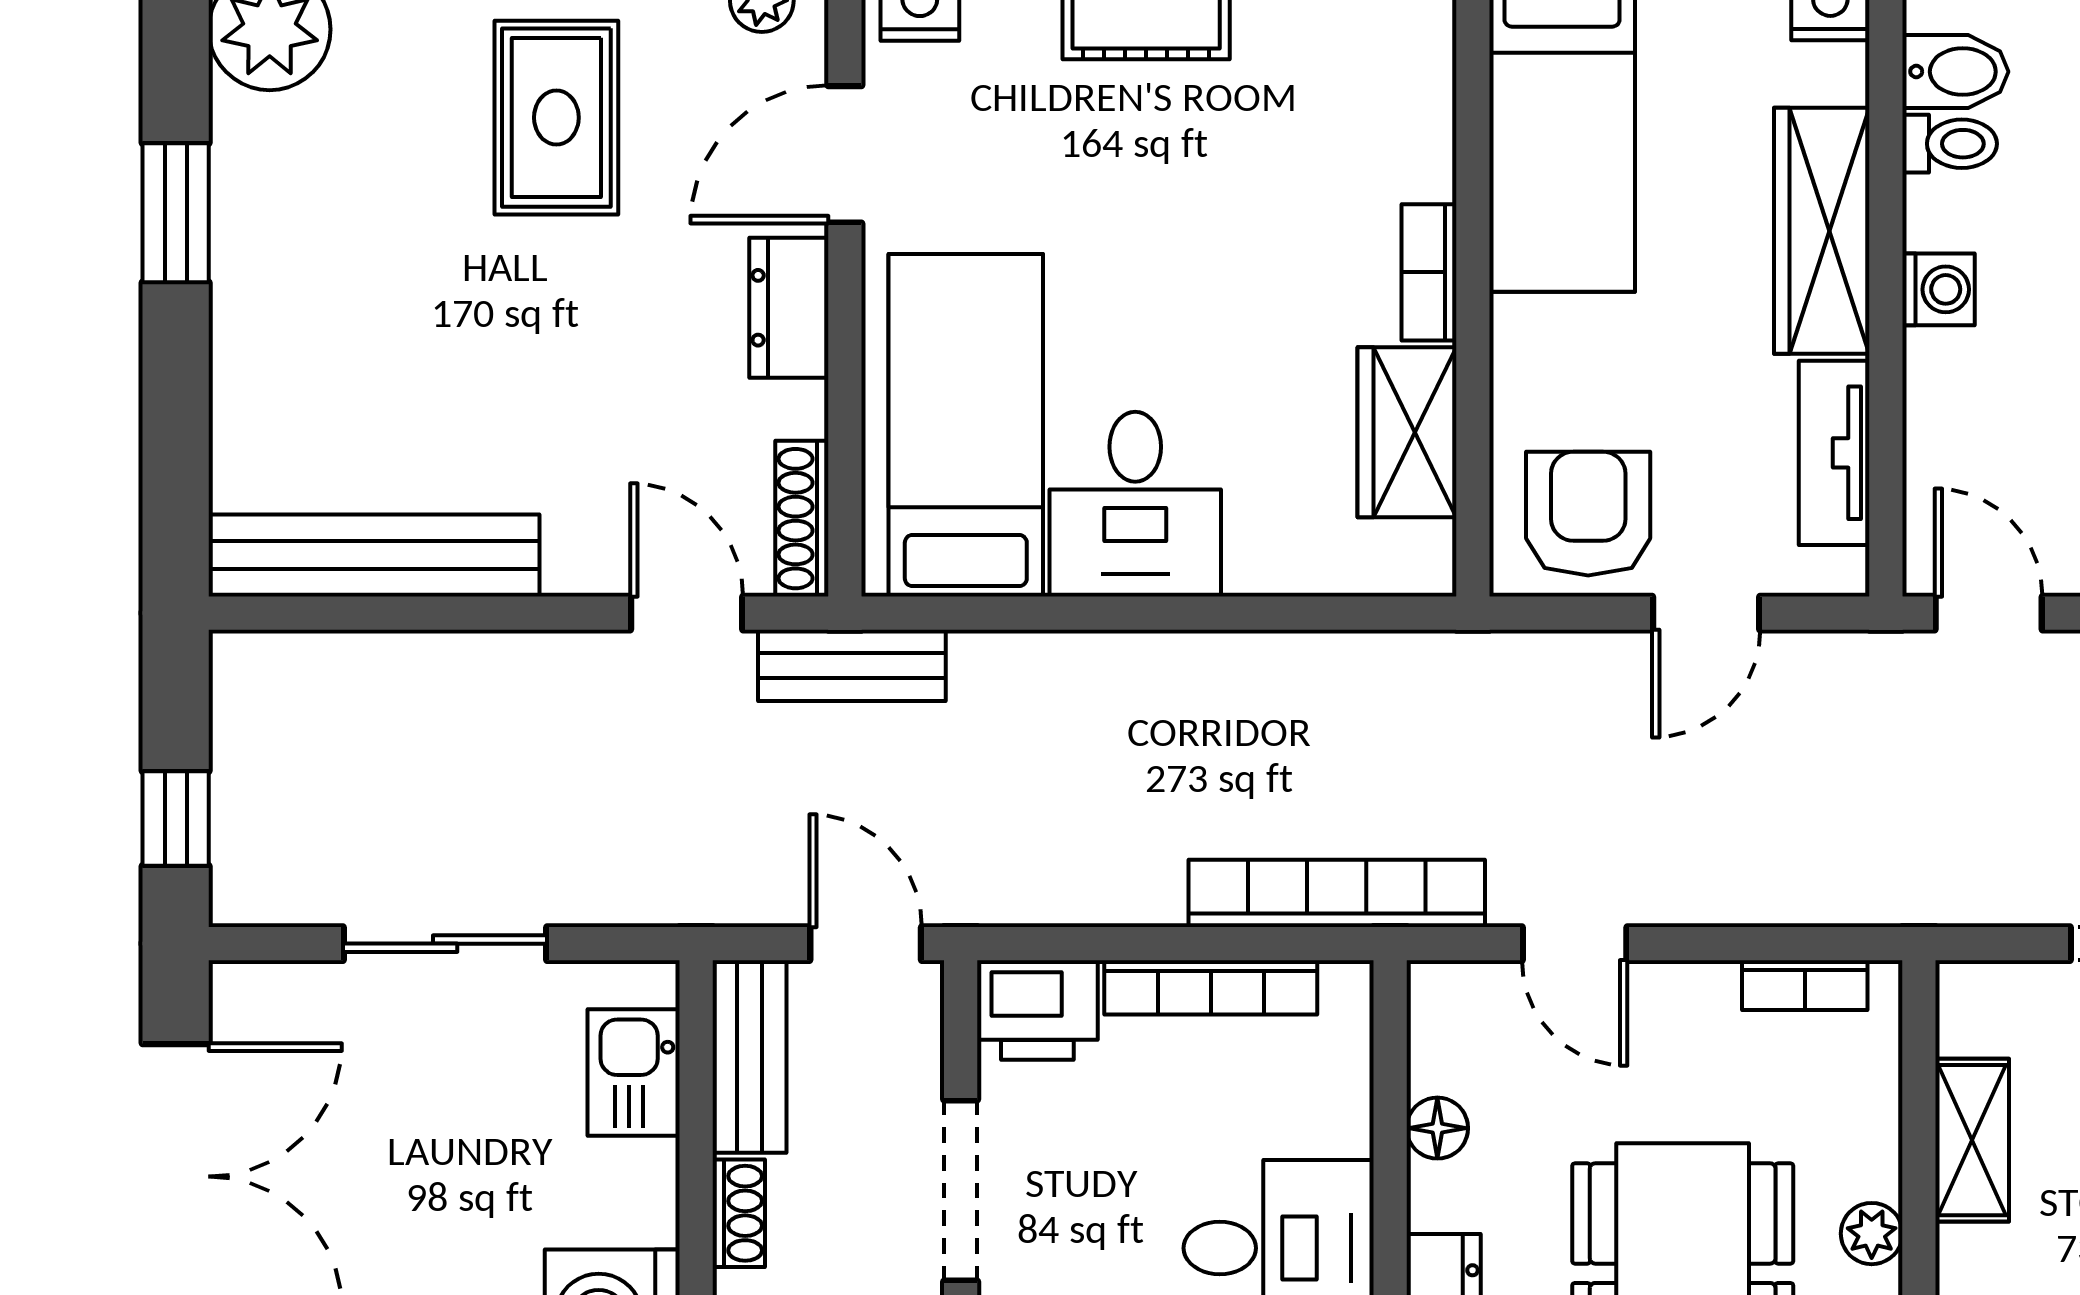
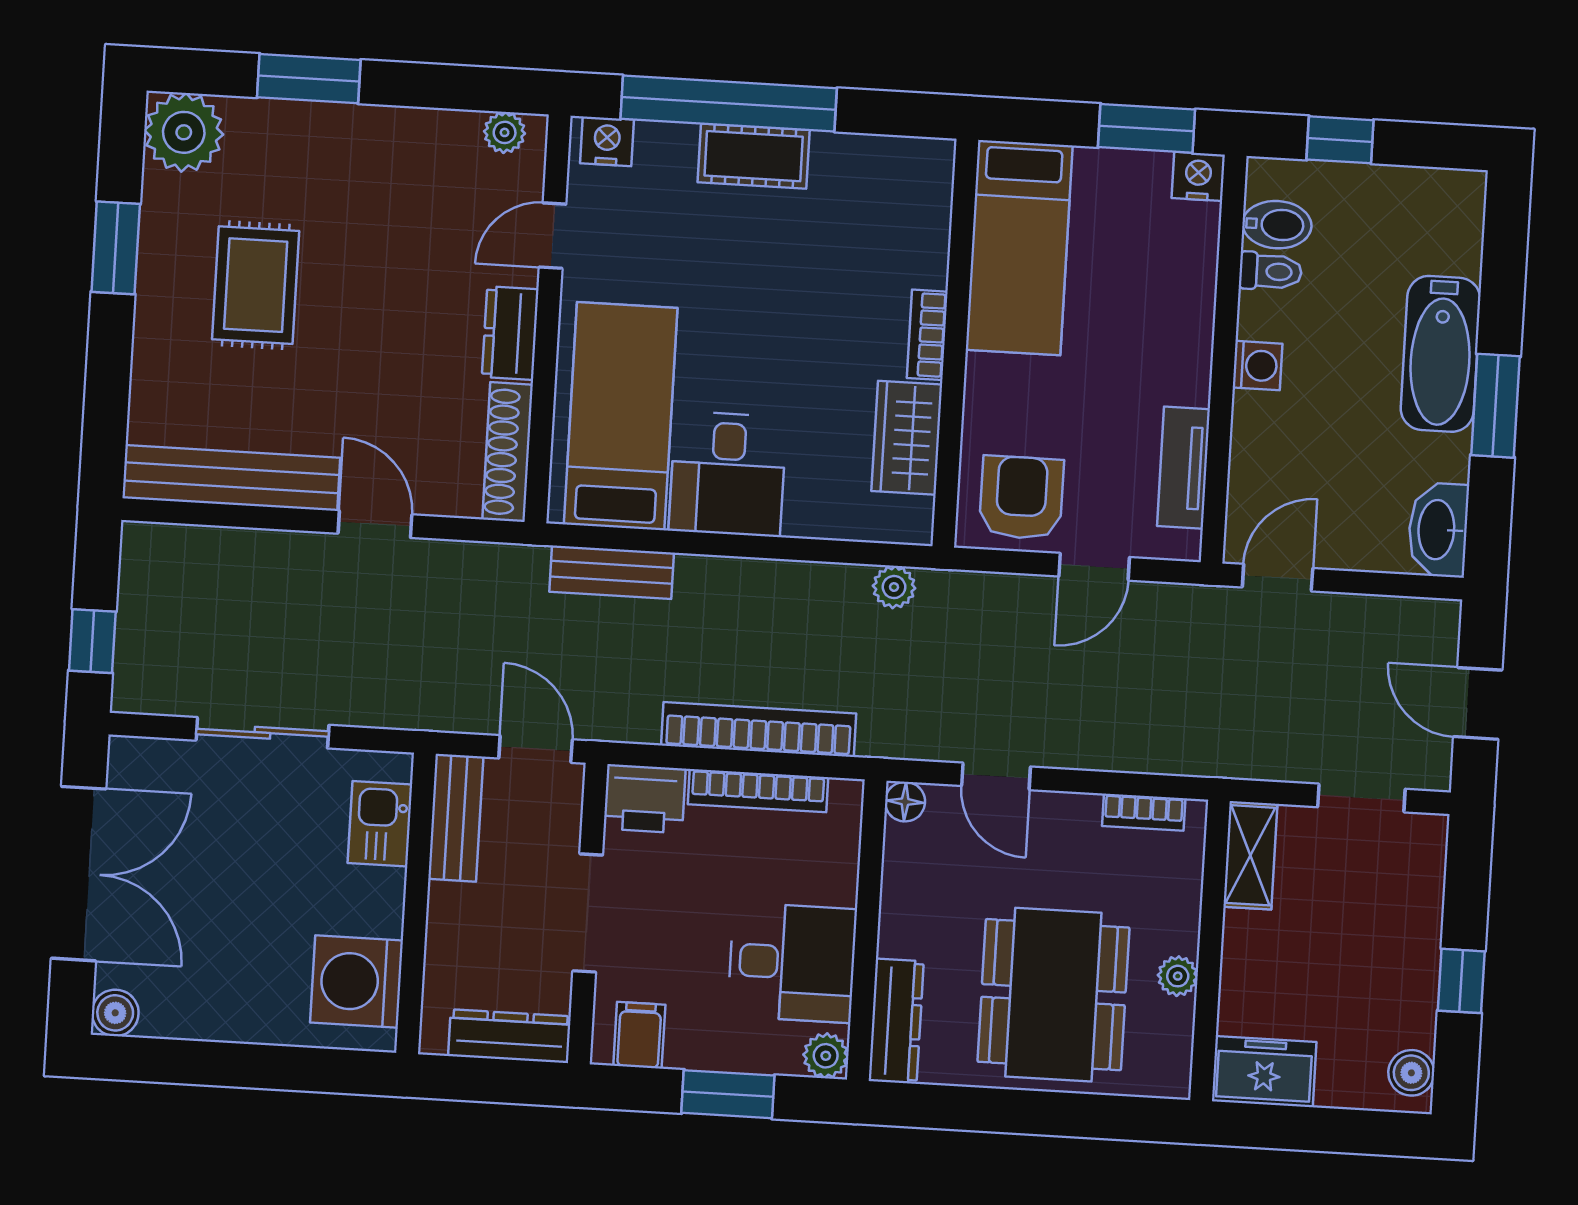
rug: (556, 118) -> (256, 285), moved
door: (845, 154) -> (553, 236), width x0.73
wardrobe: (1822, 231) -> (1184, 323), removed
shoe rack: (802, 519) -> (508, 452), width x1.36, depth x1.24
door: (687, 613) -> (375, 524), moved
door: (1989, 613) -> (1278, 578), hinge flipped
plant: (1401, 662) -> (894, 587), added
bench: (852, 665) -> (612, 572), moved
bookcase: (1337, 893) -> (759, 730), moved
floor lamp: (1437, 1128) -> (905, 802), moved
shelving: (1972, 1140) -> (1250, 855), moved
shoe rack: (739, 1213) -> (443, 919), removed

